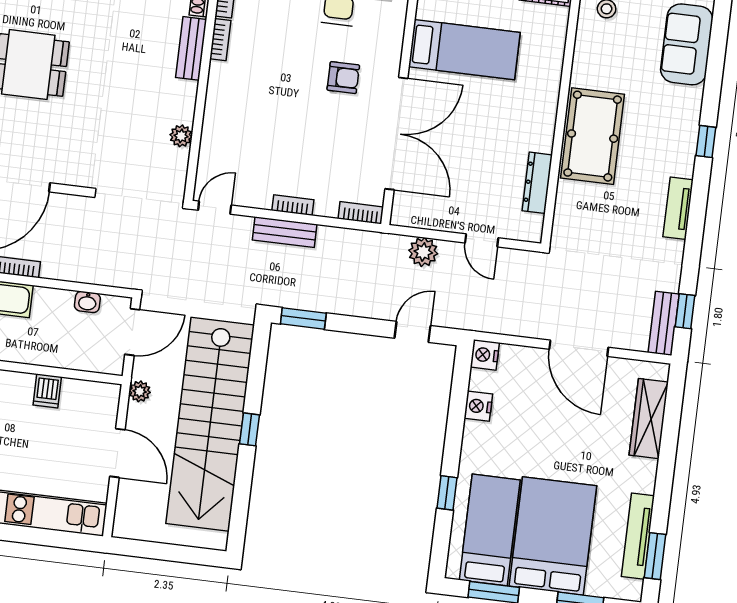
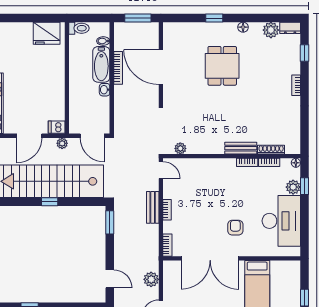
armchair: (343, 78) -> (235, 228), turned 180
plant: (181, 136) -> (180, 148), moved
washbasin: (87, 302) -> (105, 90), moved
dishwasher: (47, 391) -> (57, 127), moved

